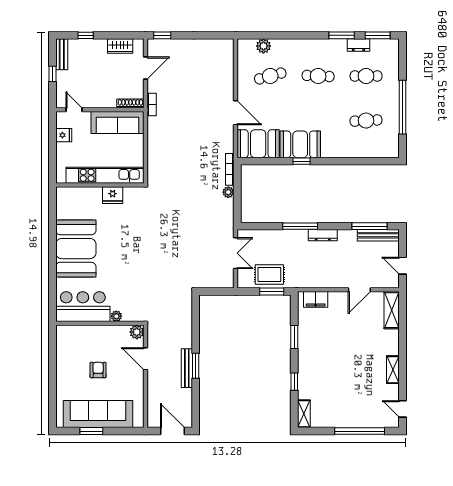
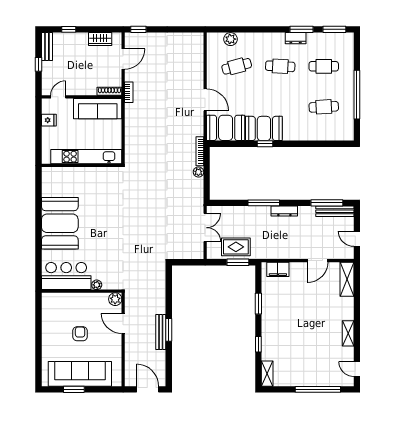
dresser: (359, 45) -> (296, 38), moved
door: (74, 110) -> (58, 97), hinge flipped
fridge: (113, 195) -> (93, 175), removed

